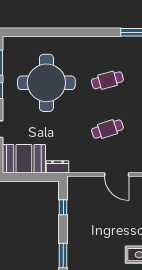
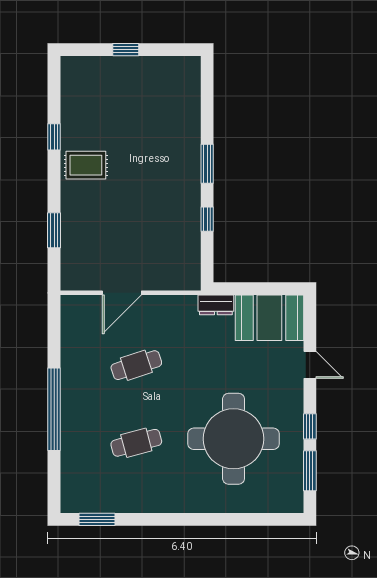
door: (117, 174) -> (122, 293), swing flipped
window: (63, 207) -> (207, 219), moved

